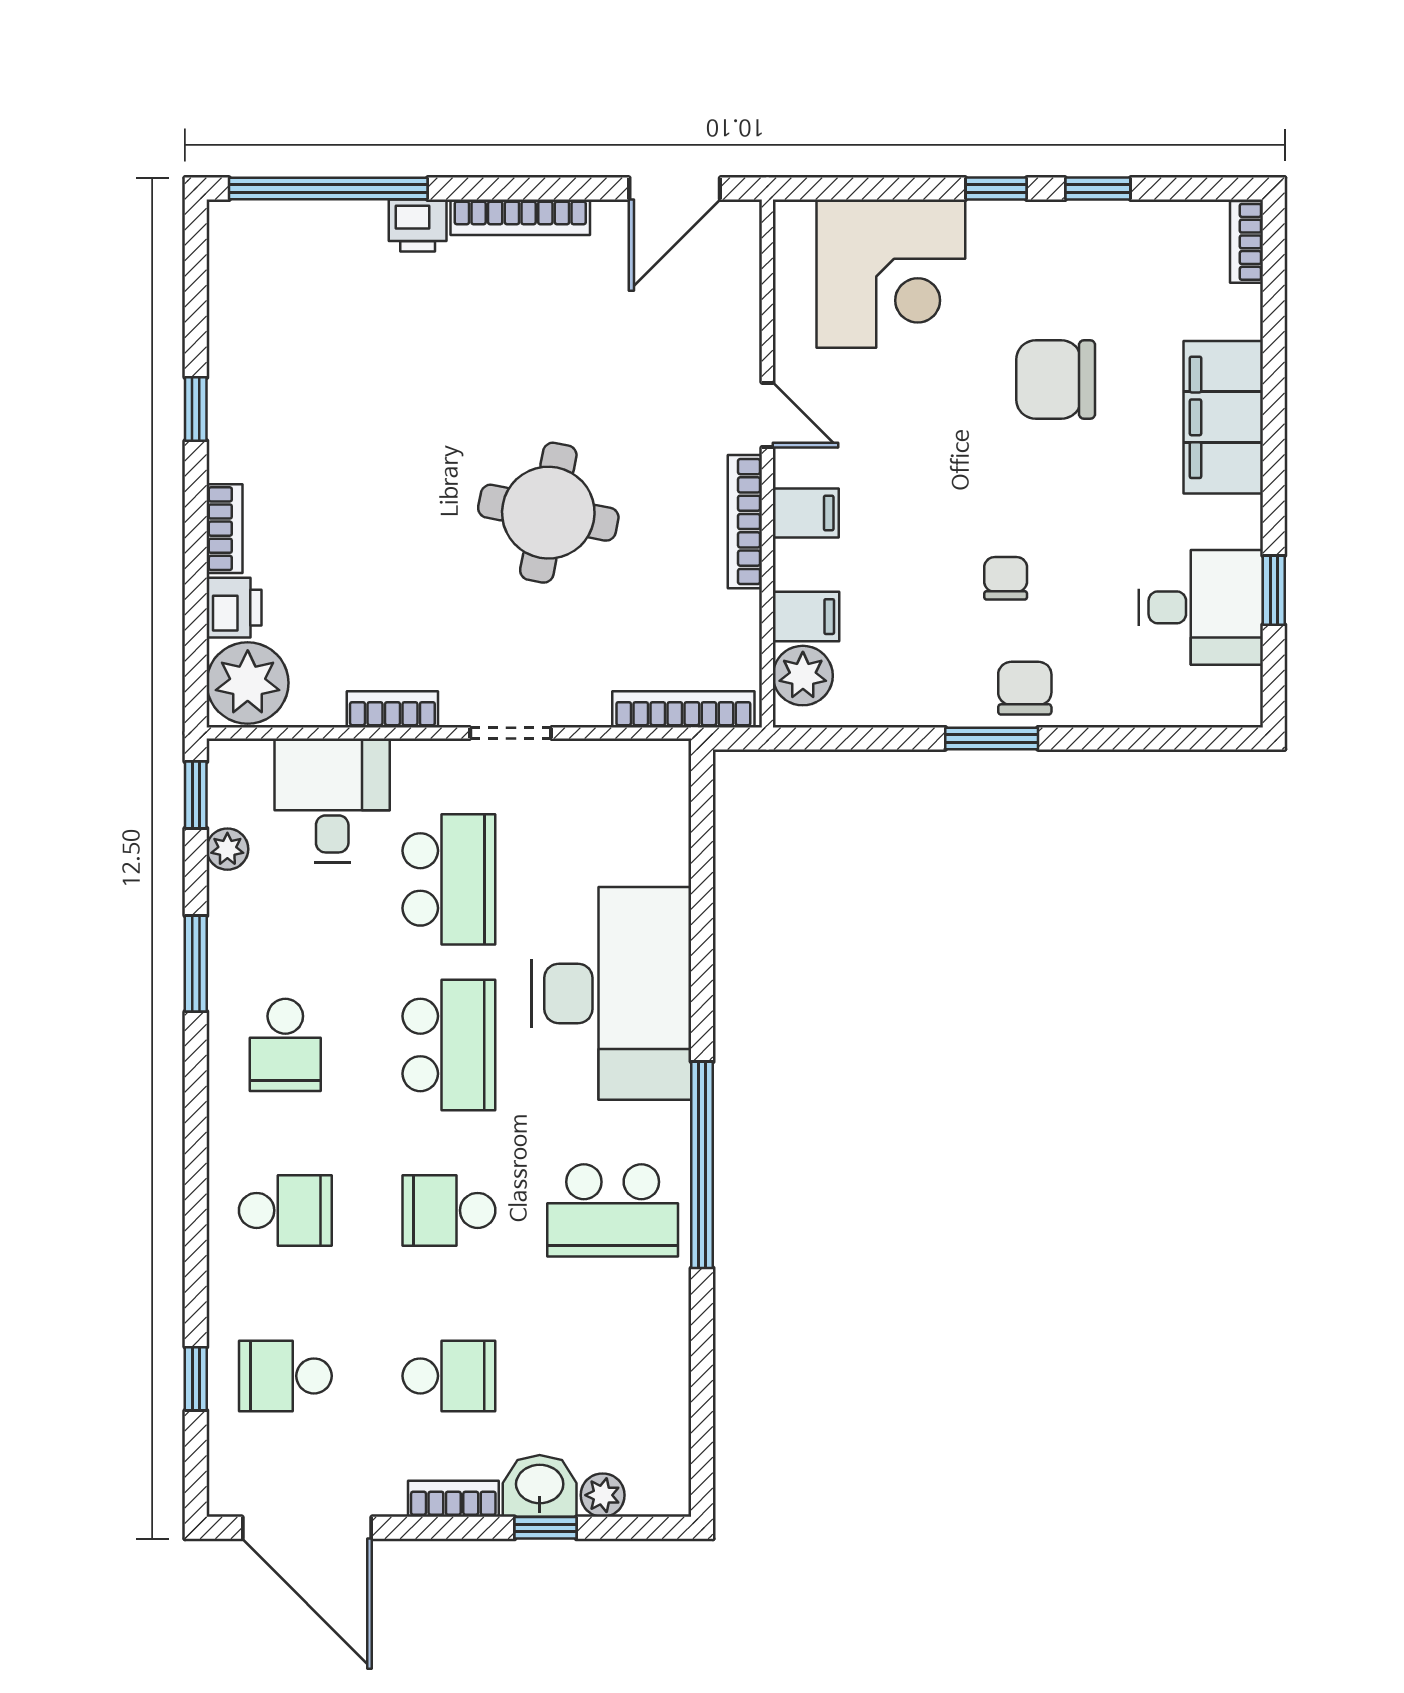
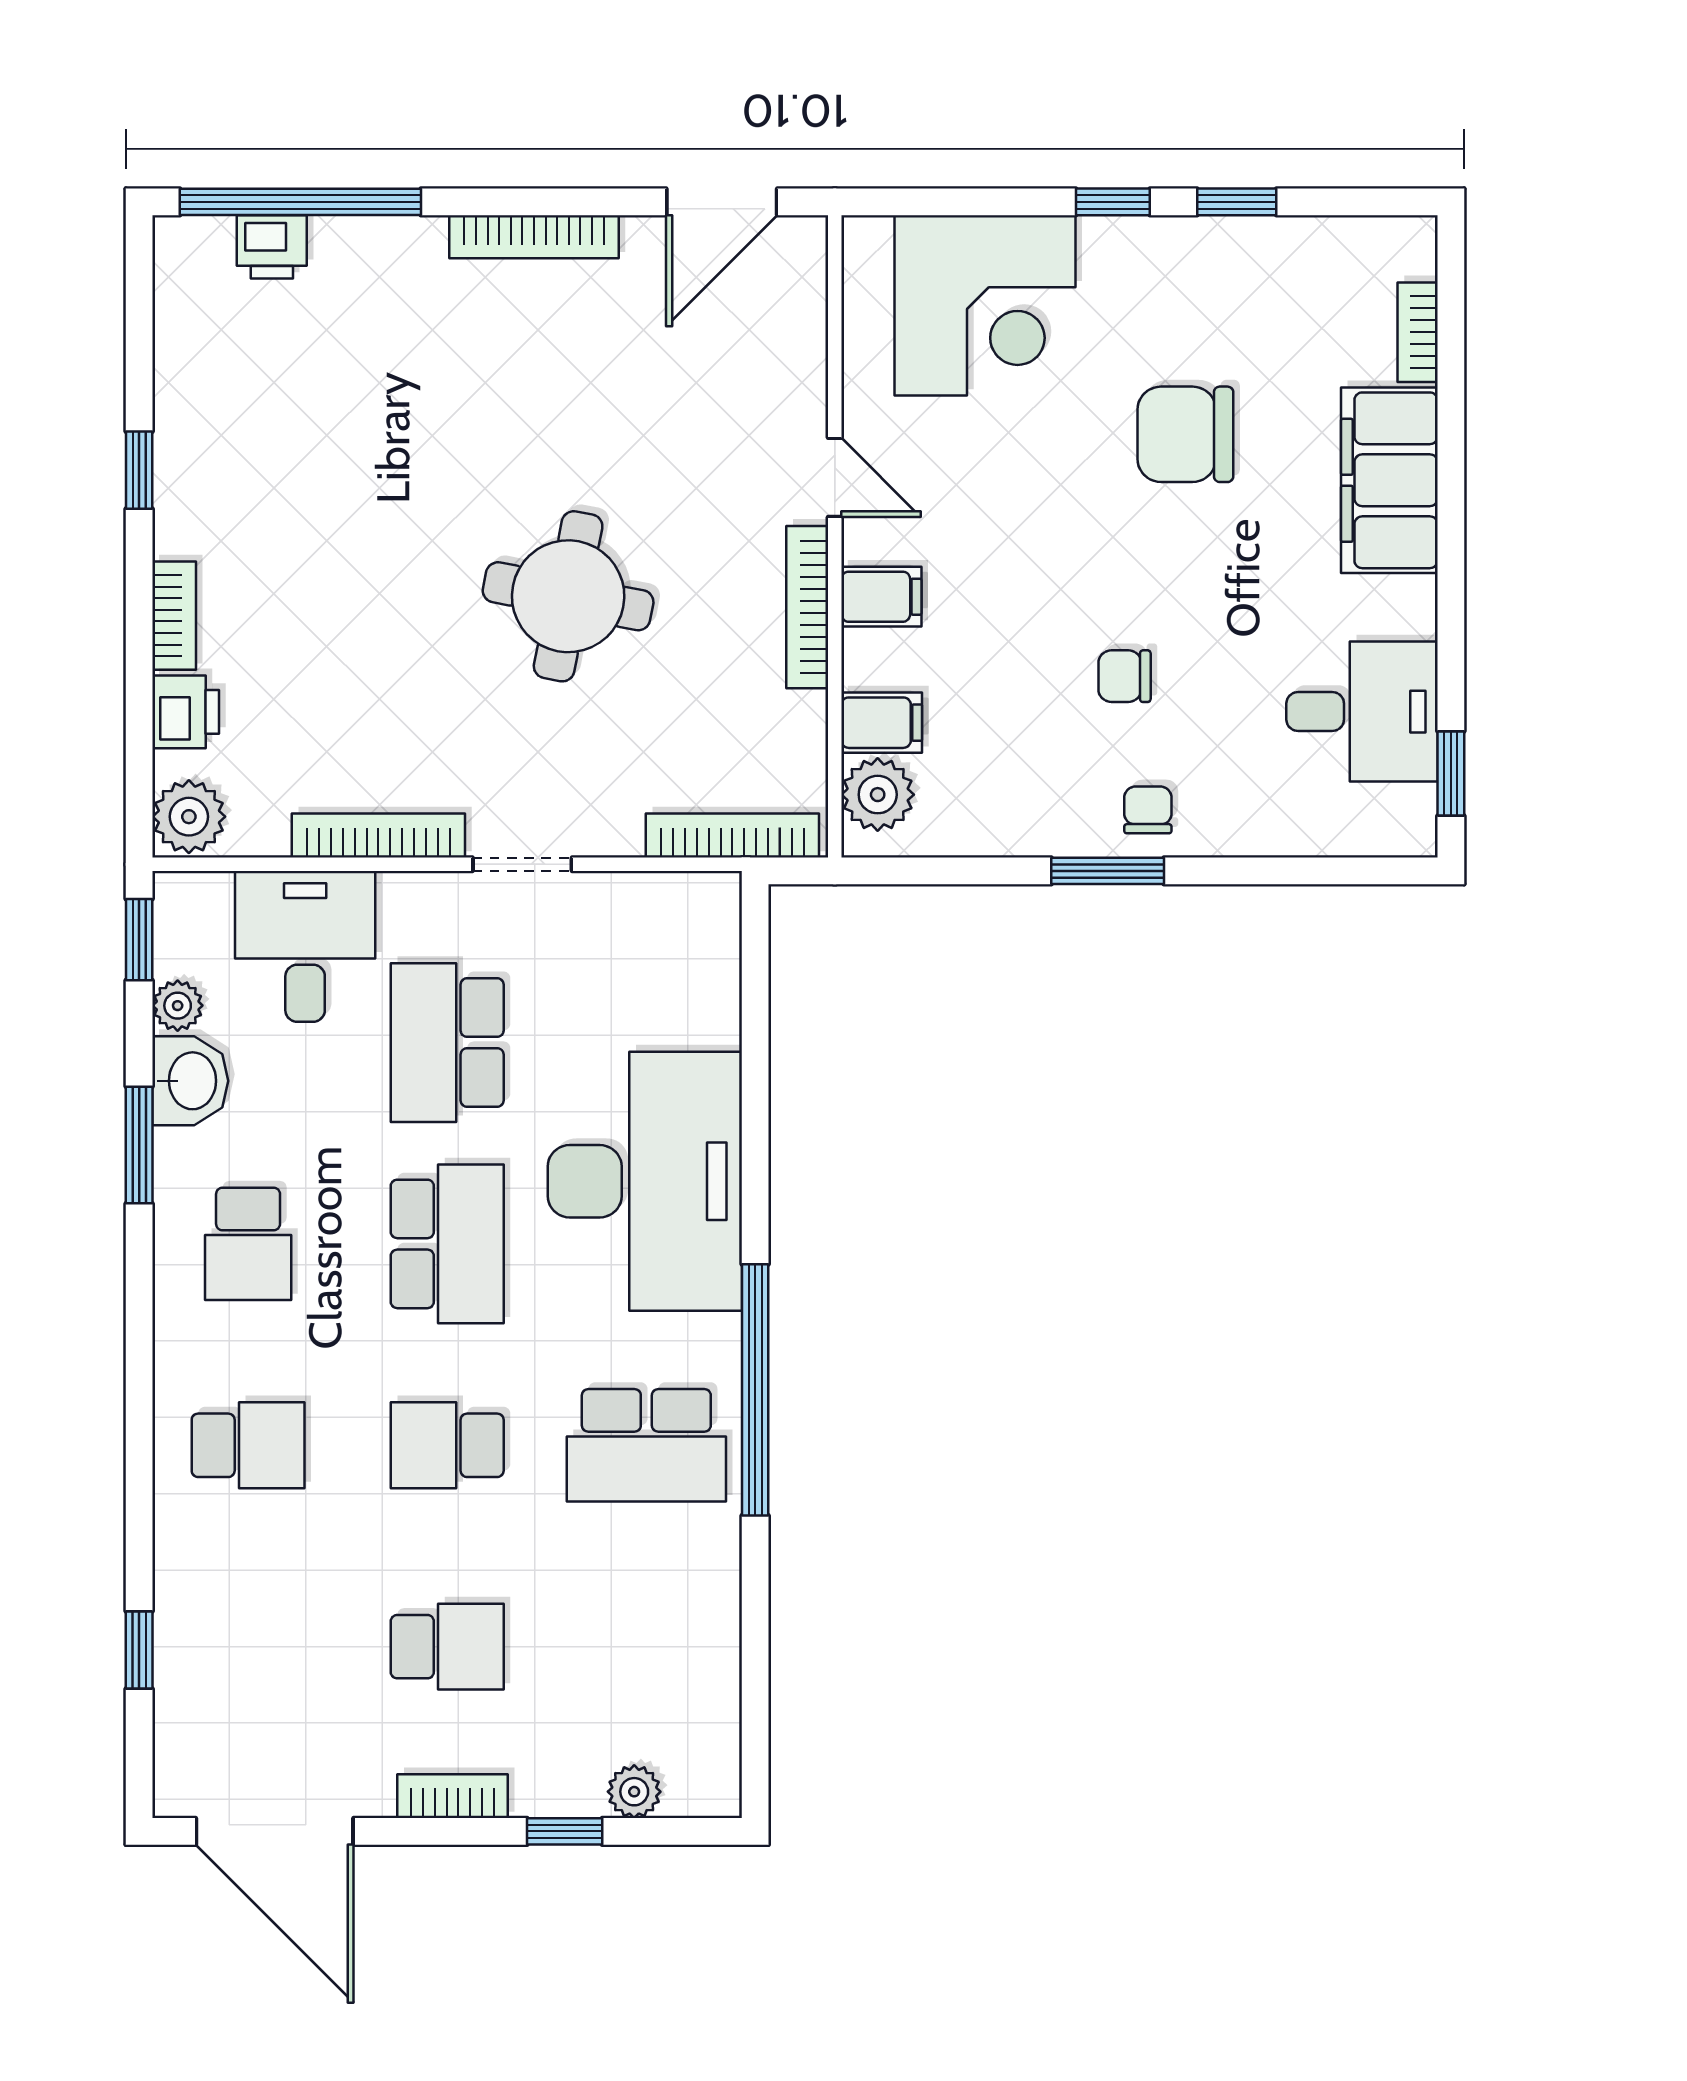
printer: (418, 226) -> (272, 247), moved
bookcase: (1246, 242) -> (1418, 332), moved
chair: (1006, 578) -> (1125, 676), turned -90
window: (1274, 590) -> (1451, 774), moved
plant: (248, 683) -> (189, 817), width x0.73, depth x0.73
chair: (1025, 688) -> (1148, 810), width x0.73, depth x0.73
bookcase: (392, 709) -> (378, 836), width x1.56
school desk: (449, 879) -> (447, 1043), turned 180
school desk: (285, 1376) -> (248, 1647), removed
washbasin: (540, 1486) -> (190, 1081), moved, turned 90

